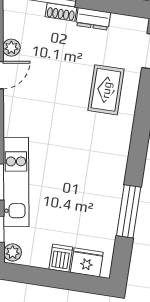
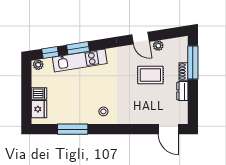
rug: (106, 90) -> (150, 75), moved
stool: (107, 156) -> (103, 111), added

